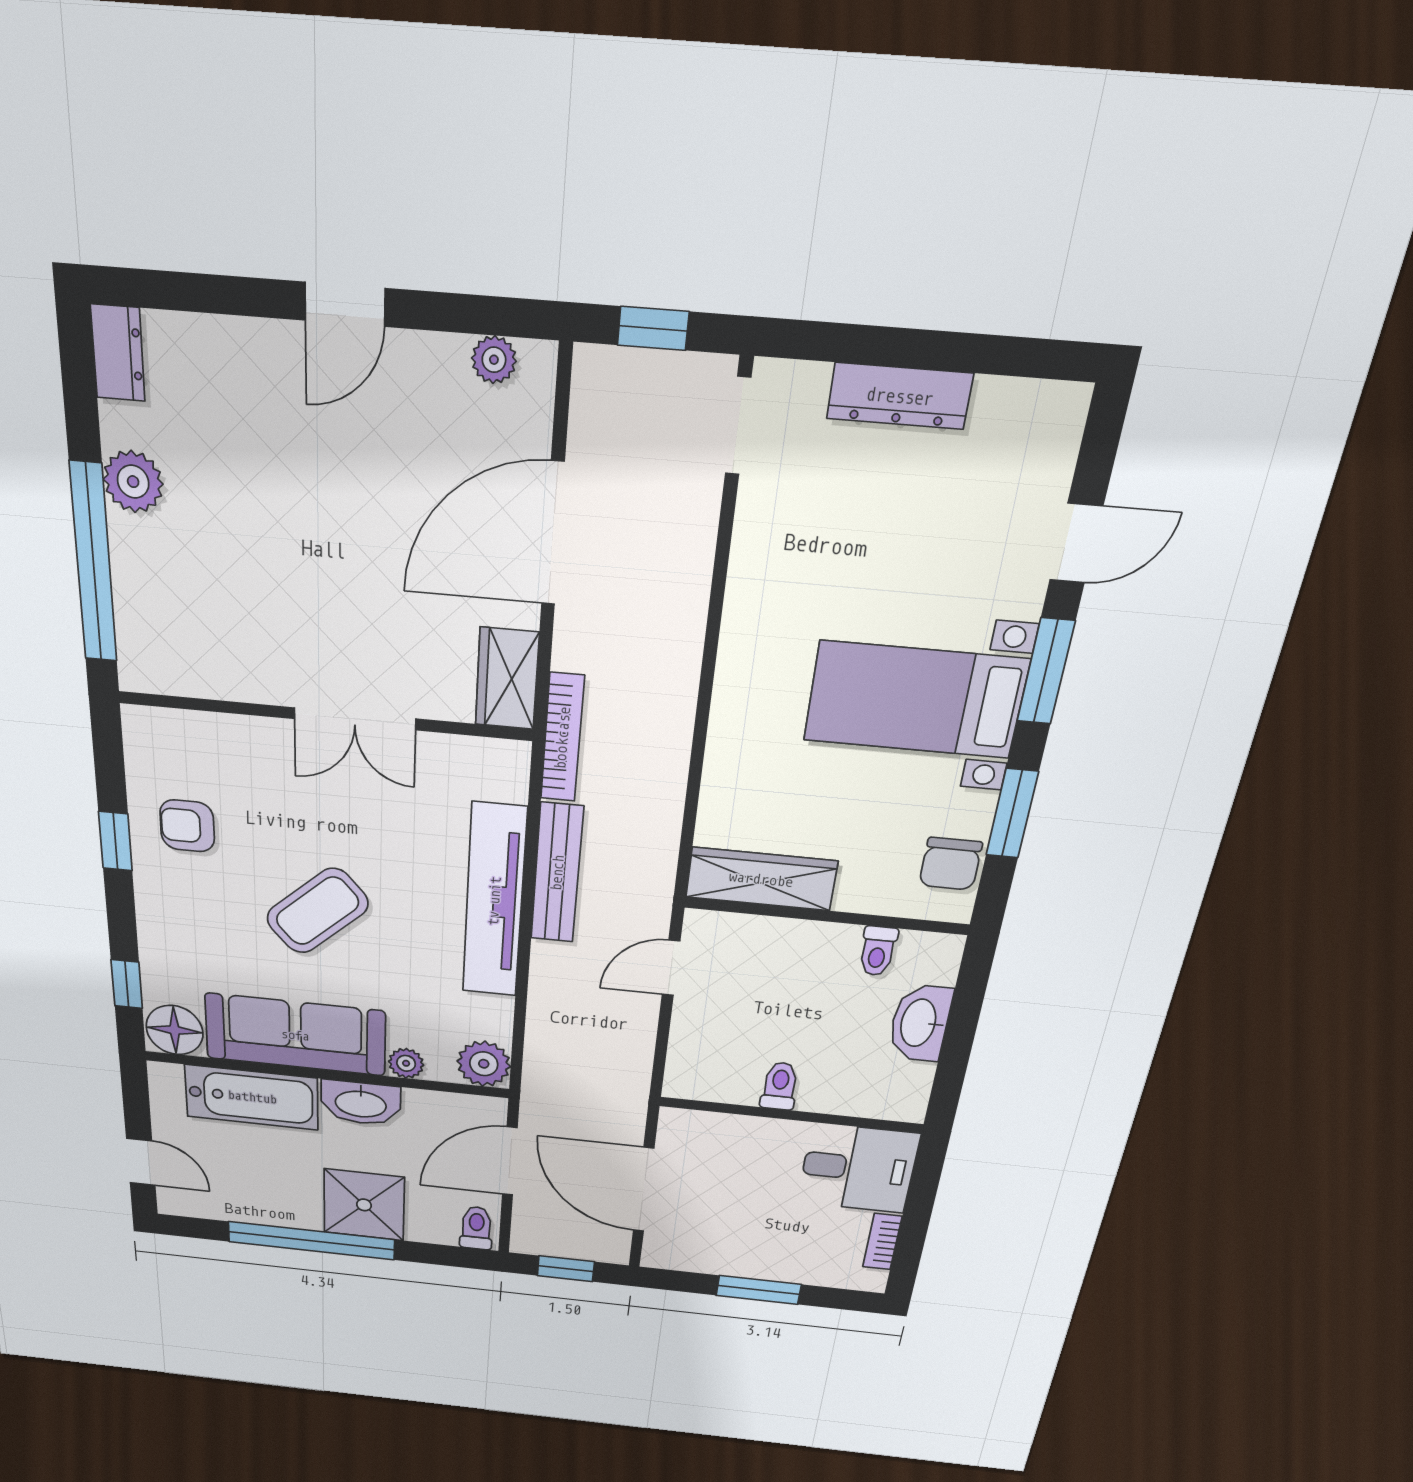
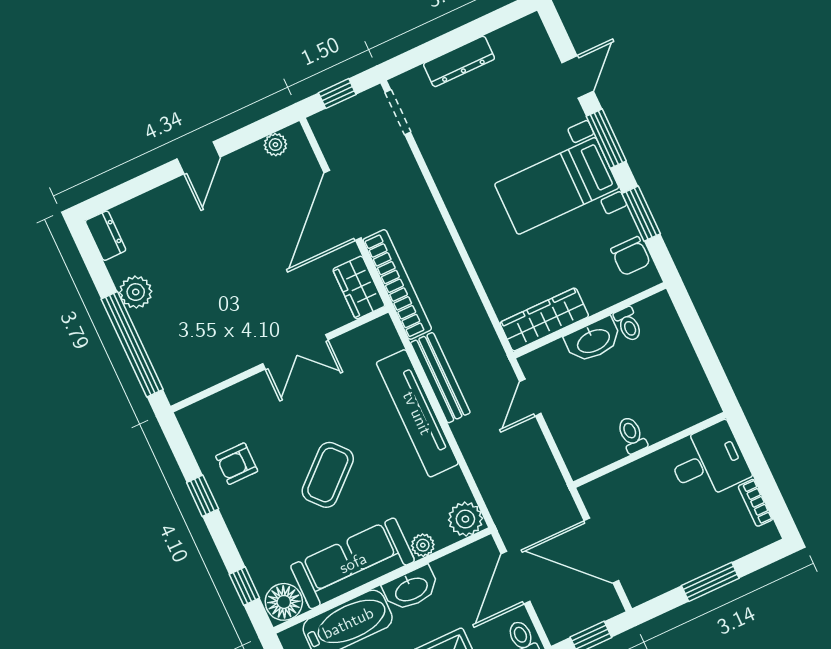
bookcase: (562, 738) -> (397, 284), width x1.48, depth x1.31
washbasin: (920, 1023) -> (593, 340), moved, turned -90

